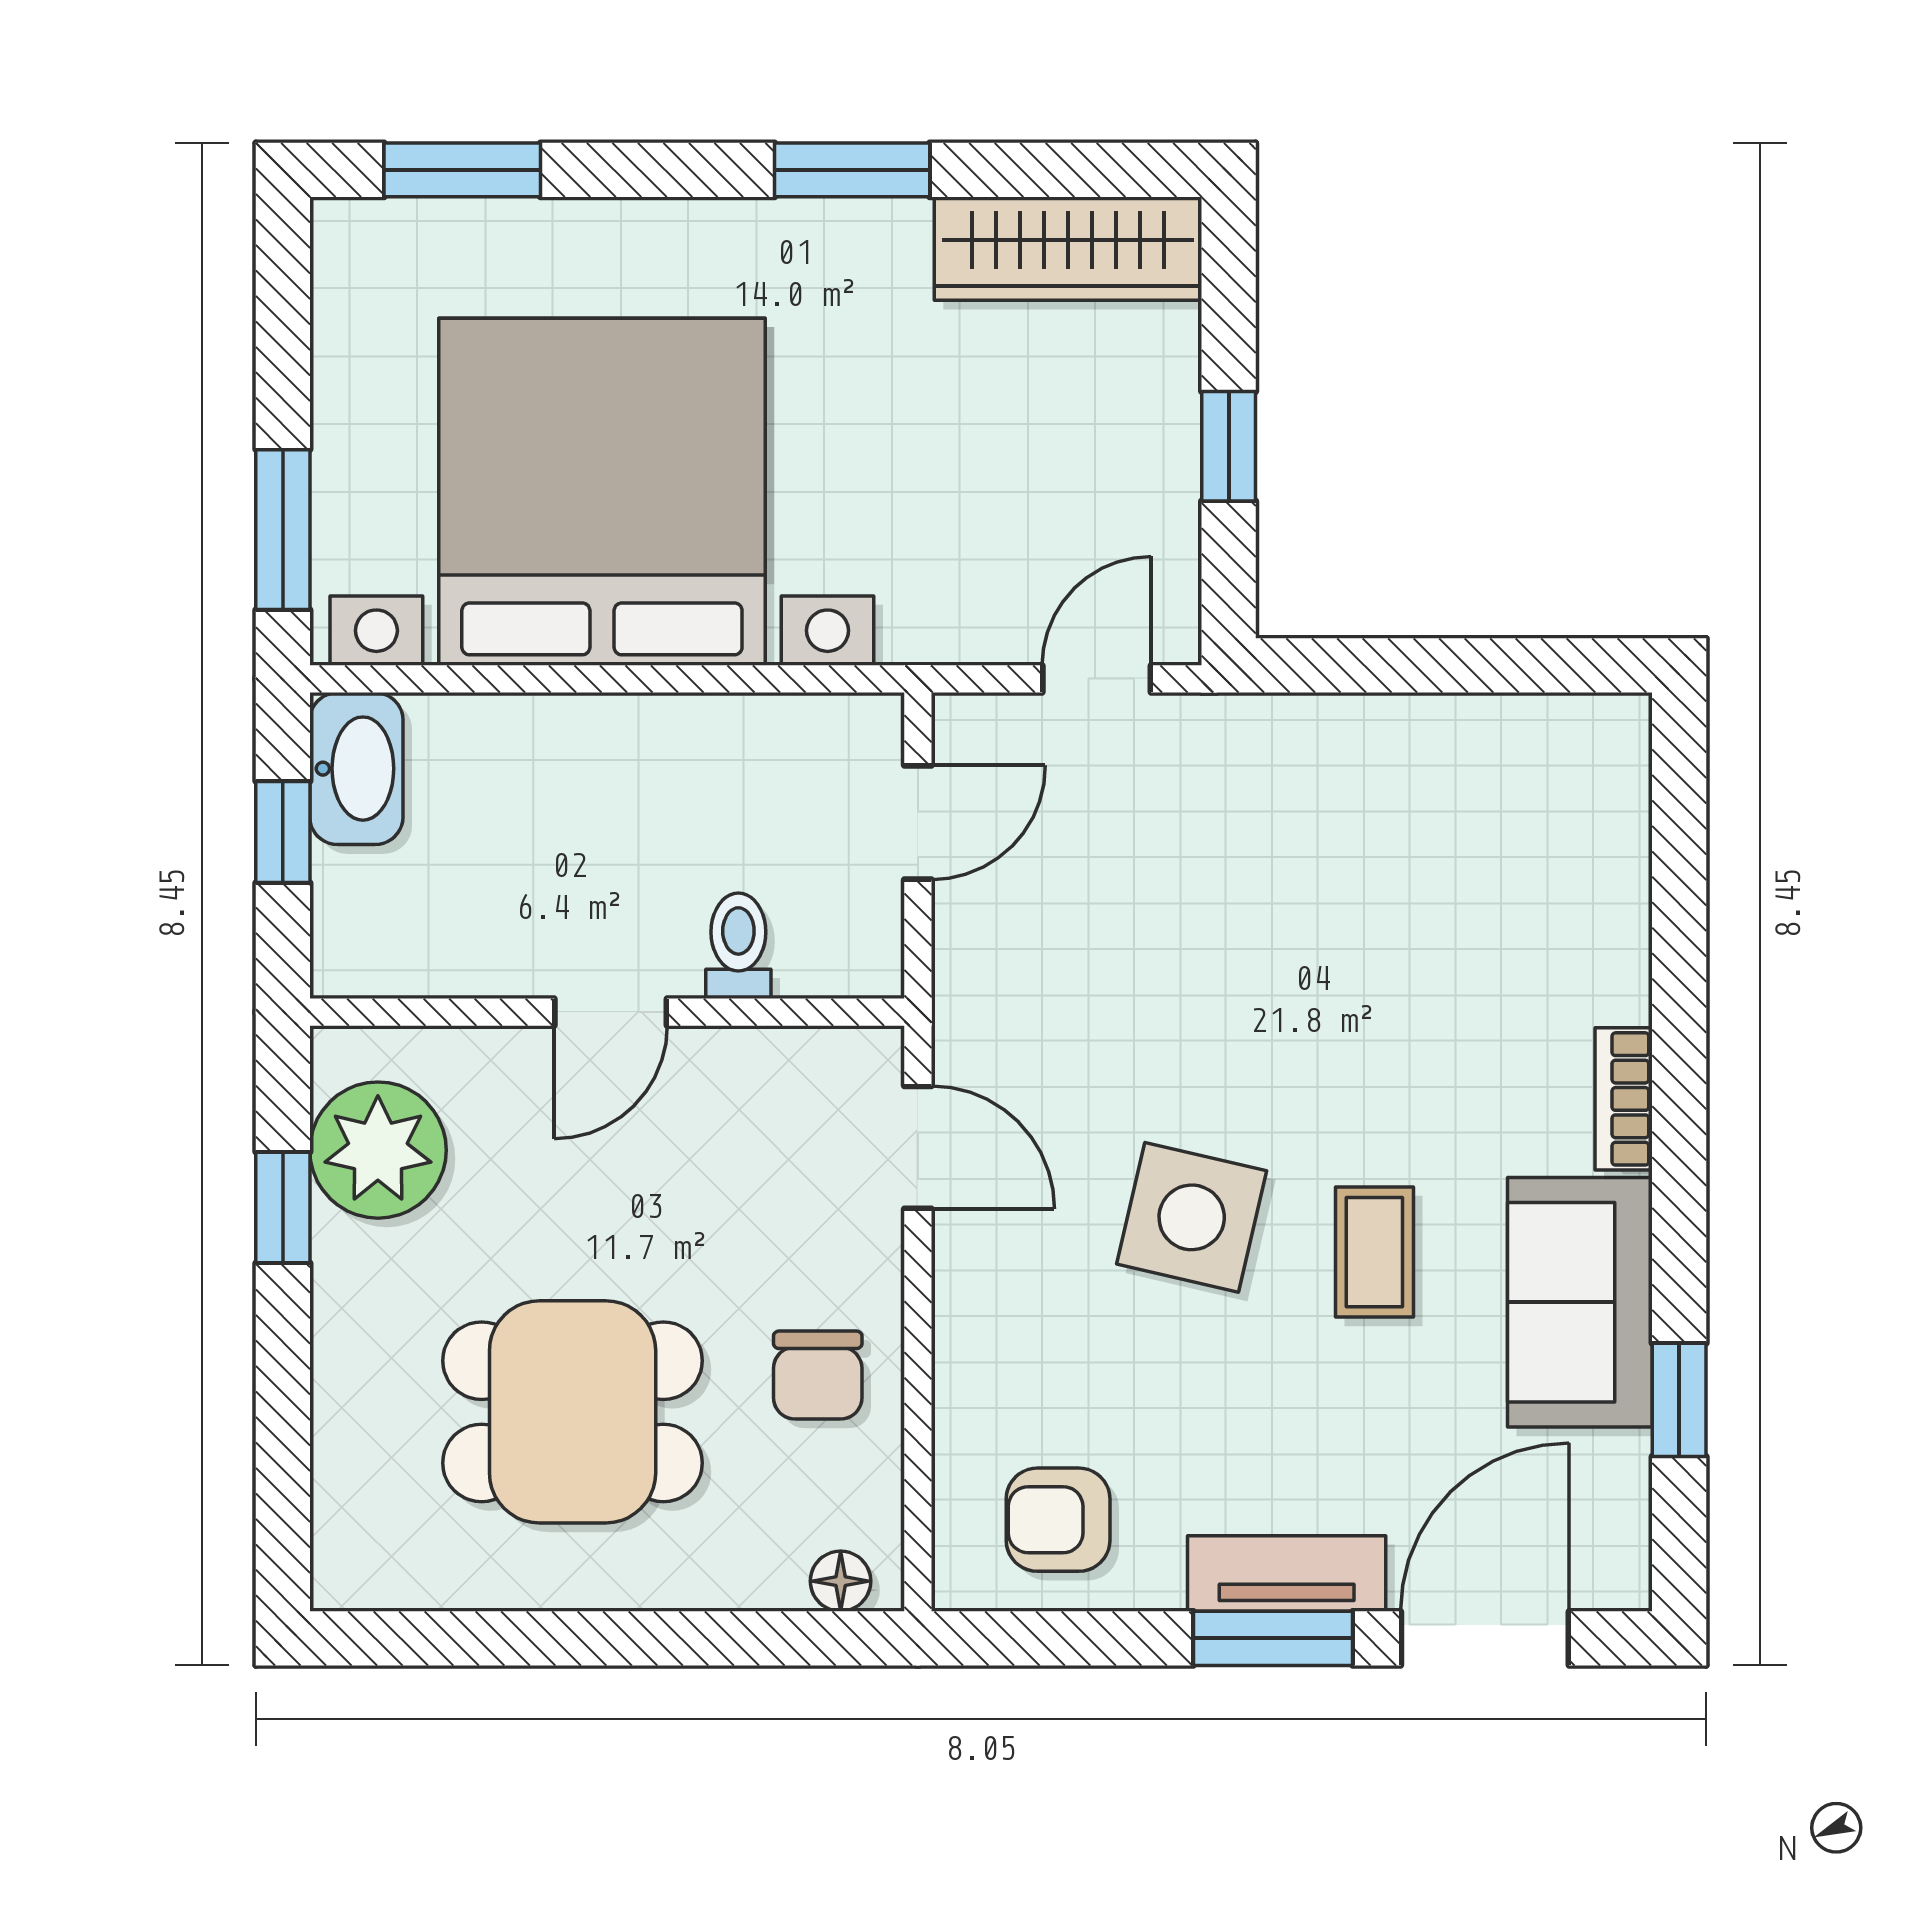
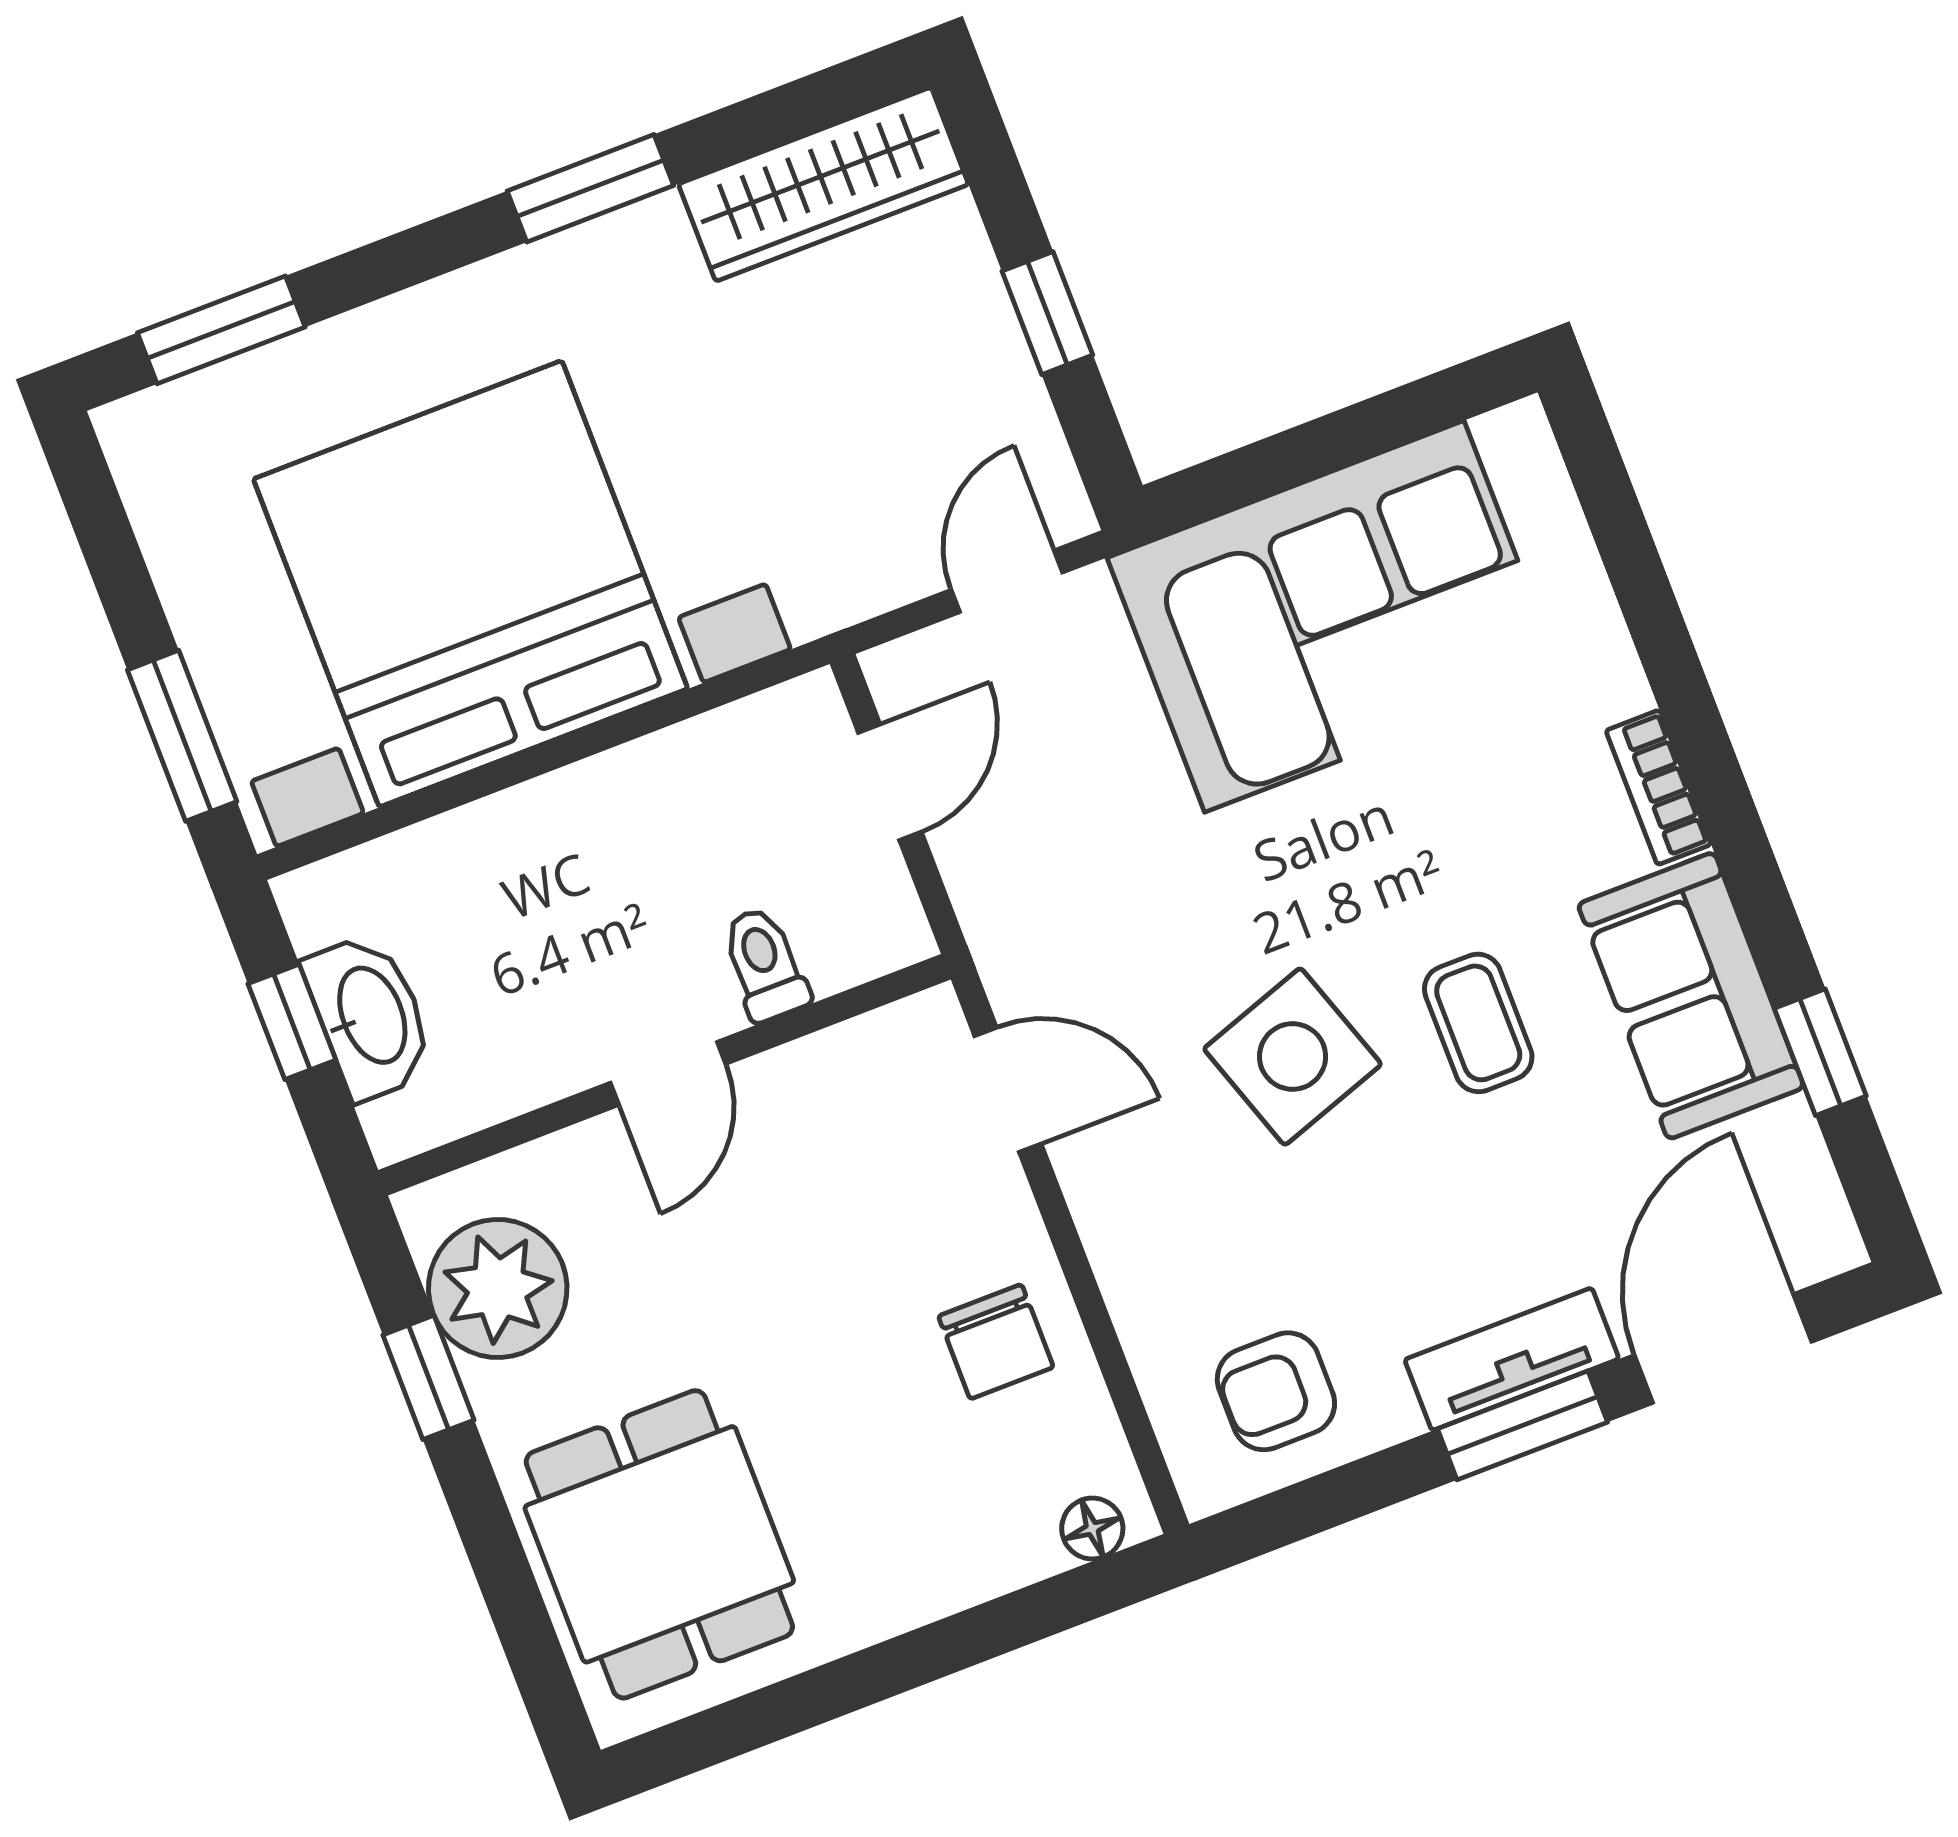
washbasin: (356, 769) -> (370, 1016), moved
corner sofa: (1386, 827) -> (1334, 616), added
side table: (1192, 1217) -> (1293, 1057), turned -32
dining table: (573, 1412) -> (659, 1544), moved, turned 90

